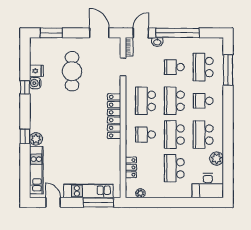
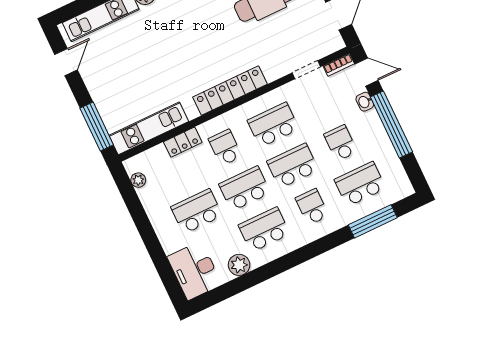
locker: (131, 167) -> (183, 142), moved
kitchen unit: (88, 191) -> (149, 128), moved, turned -90

